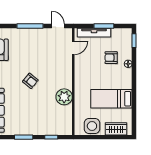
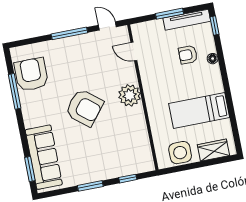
tv unit: (94, 33) -> (187, 20), moved
door: (73, 48) -> (134, 52), swing flipped
armchair: (30, 81) -> (84, 108), width x1.88, depth x1.88
plant: (64, 97) -> (130, 95), moved

